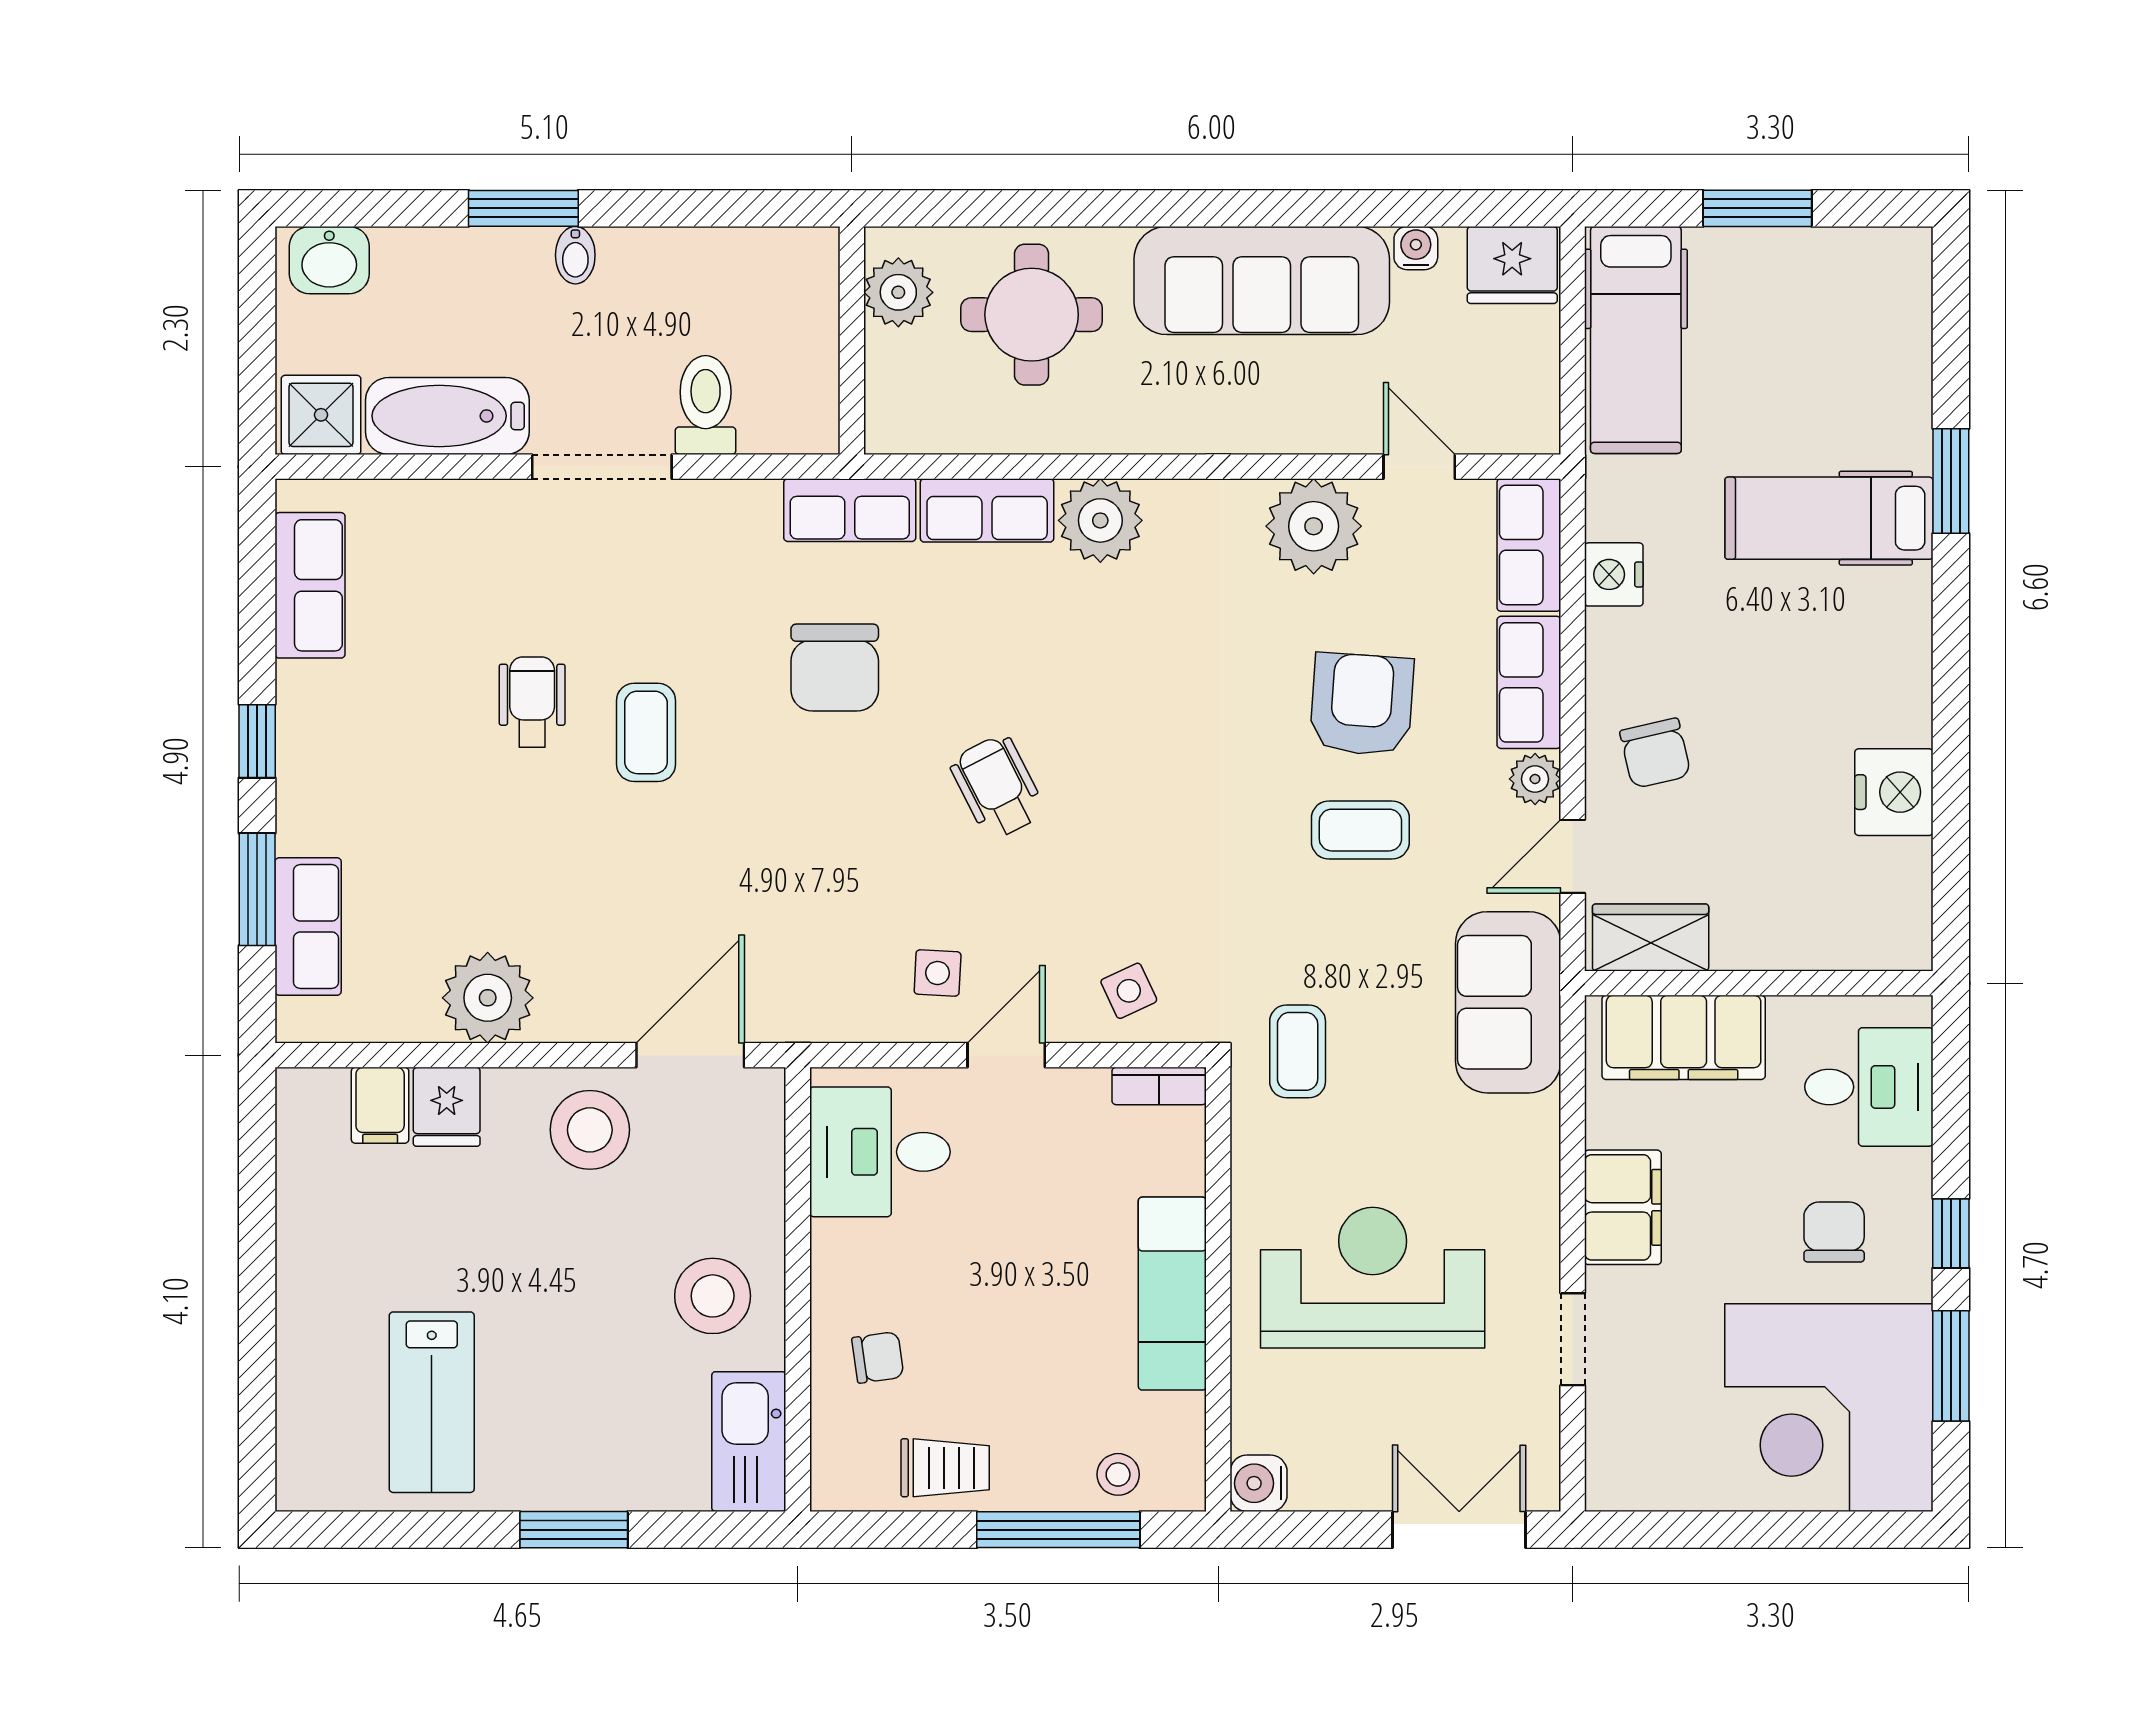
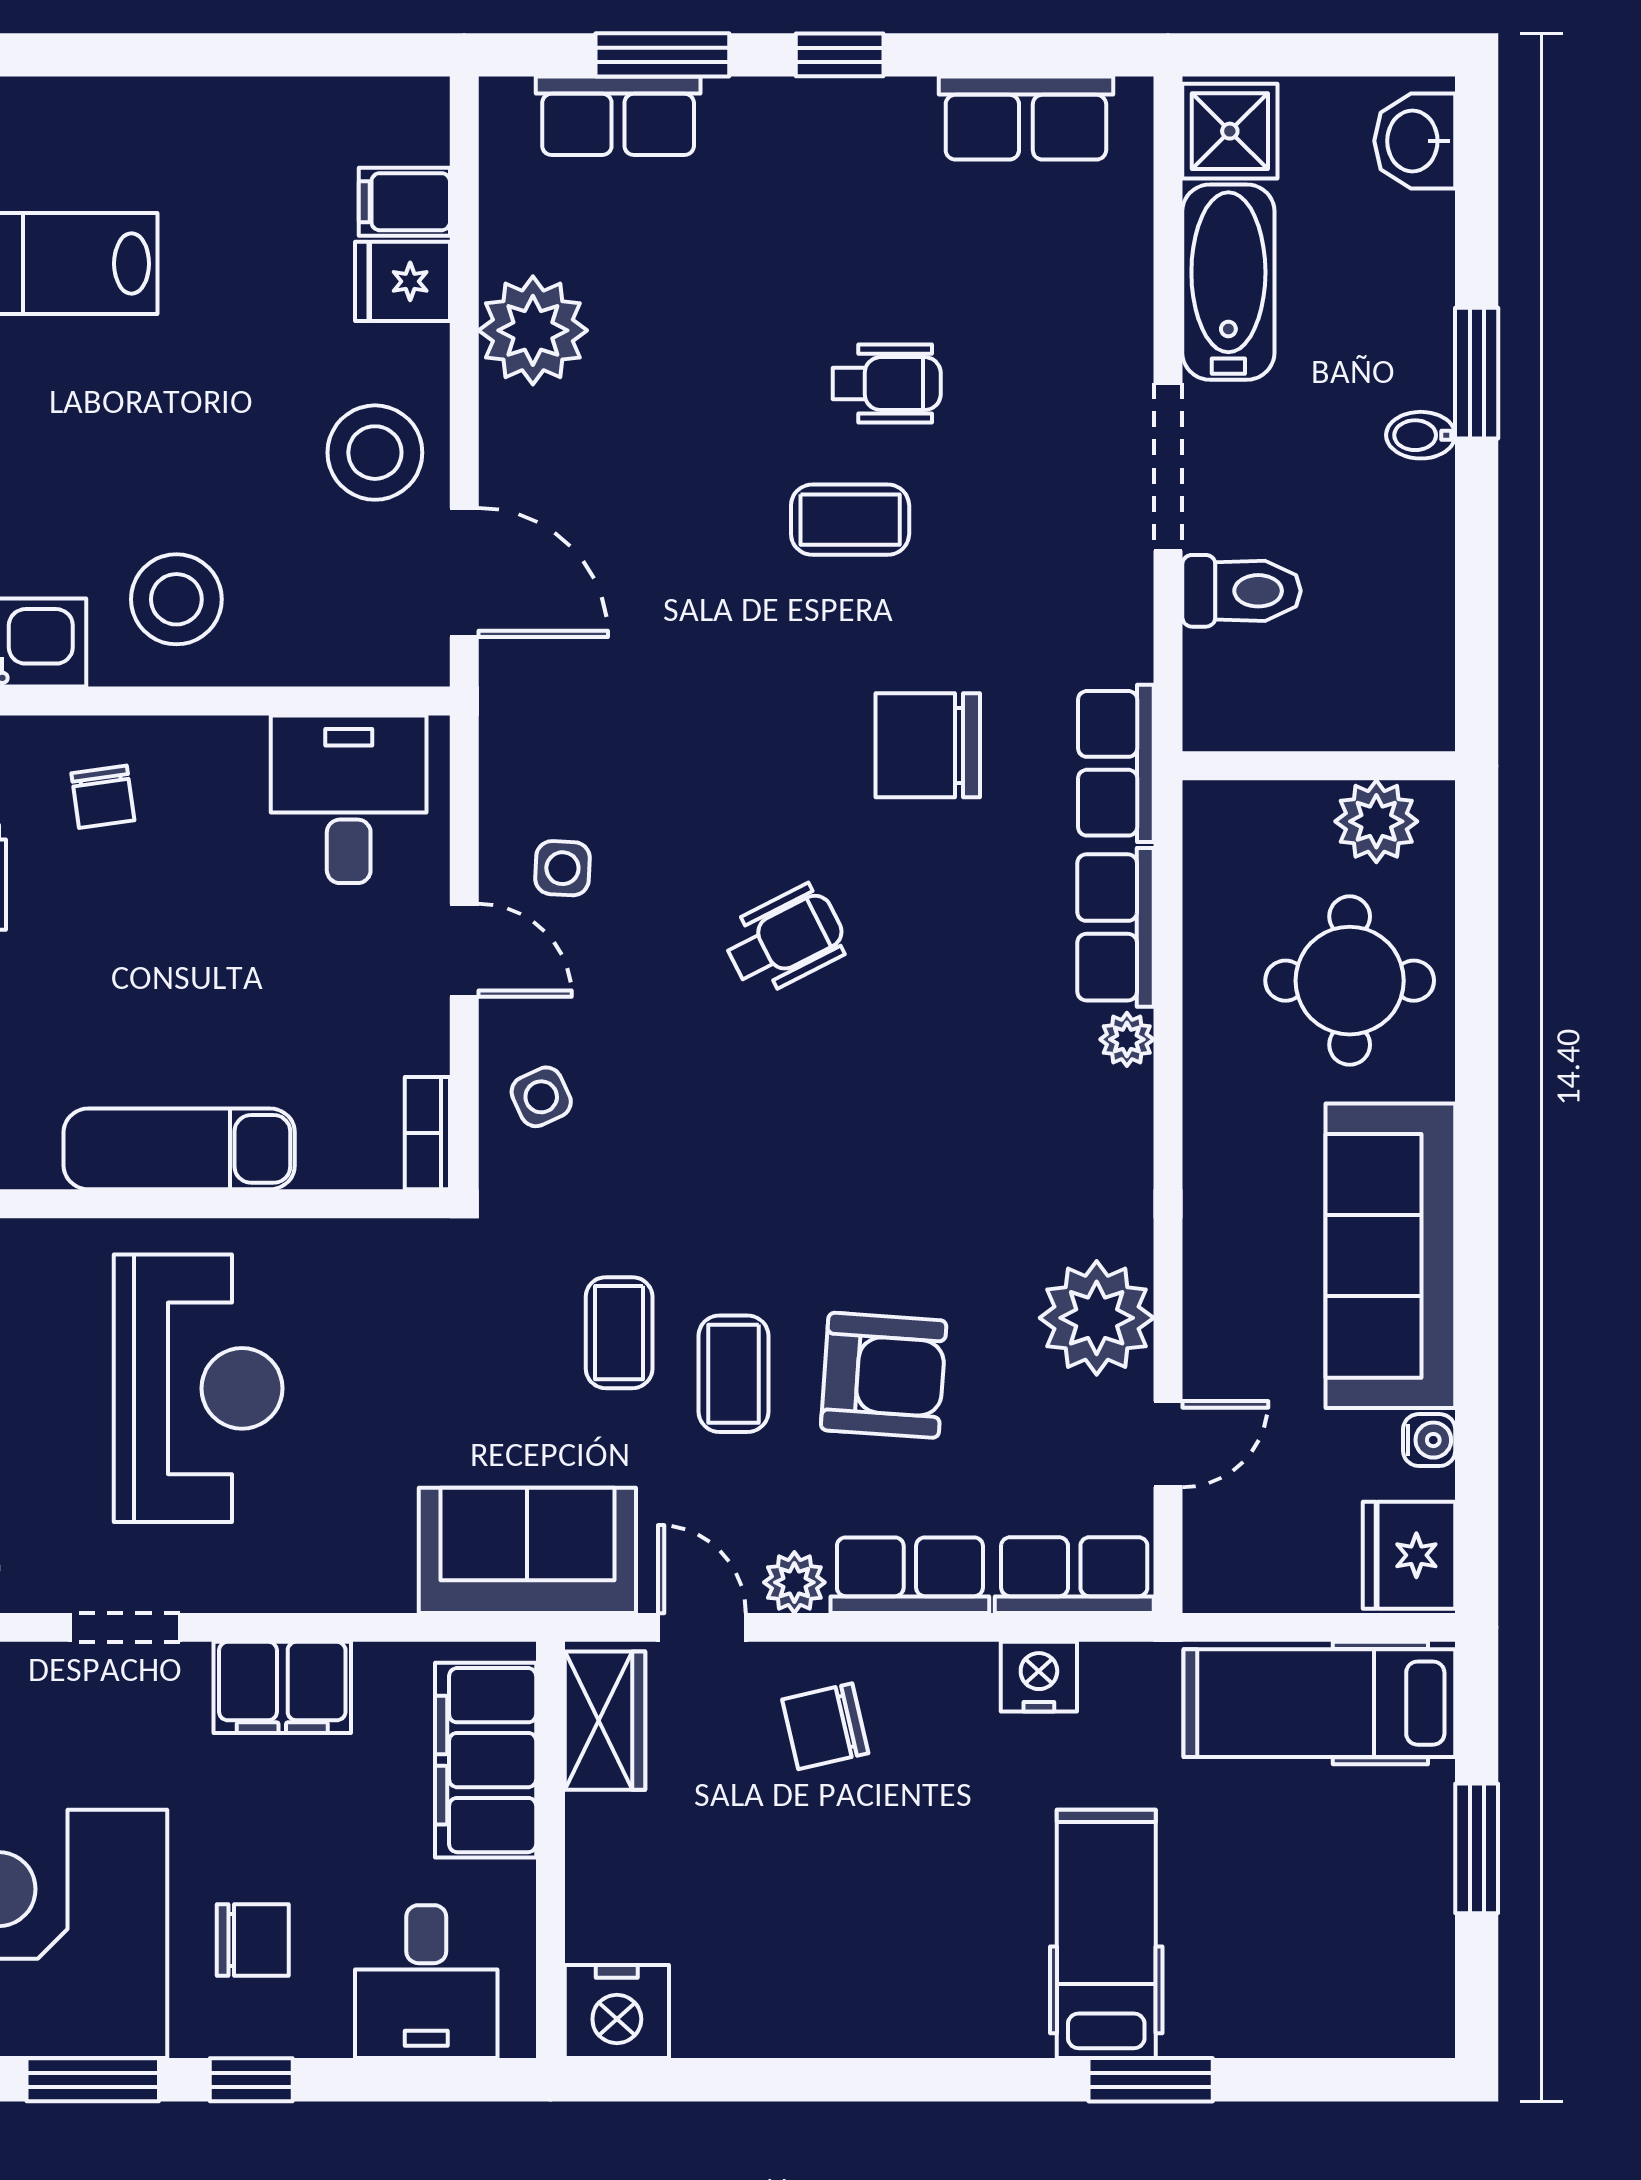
plant: (1100, 520) -> (1127, 1039), width x0.53, depth x0.53
nightstand: (1894, 792) -> (617, 2012), moved
coffee table: (1298, 1051) -> (619, 1333), moved, turned 90

